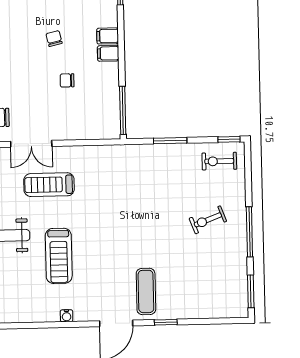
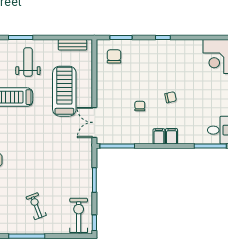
double door: (31, 144) -> (94, 122), moved
exercise bike: (219, 161) -> (79, 215), width x1.38, depth x1.39
treadmill: (49, 185) -> (64, 91), width x1.37, depth x1.38

